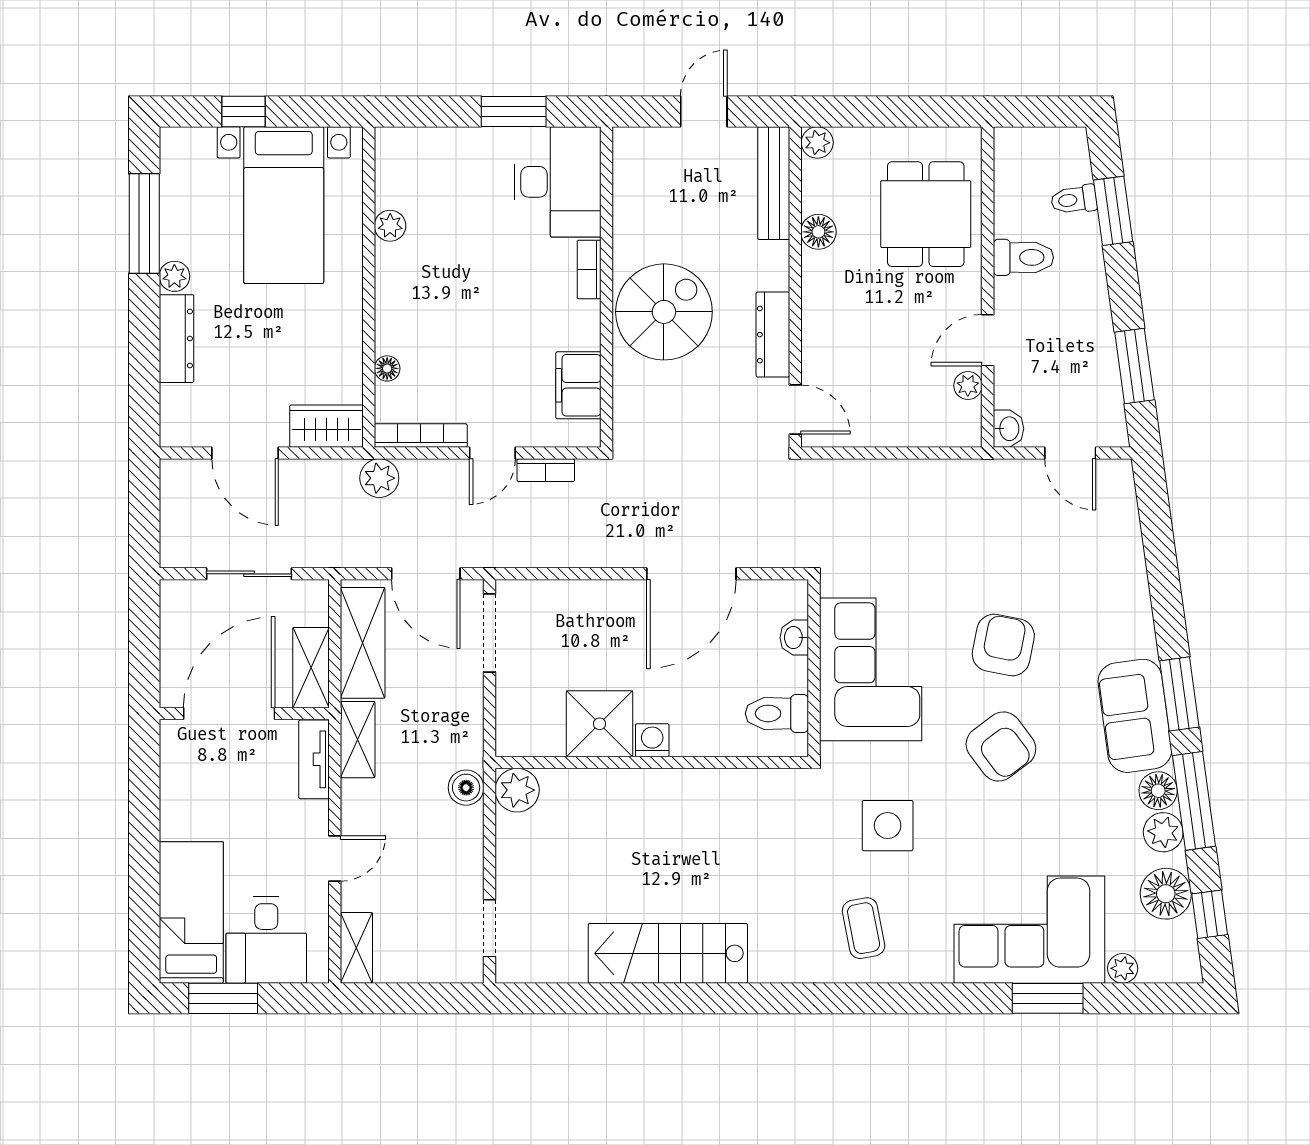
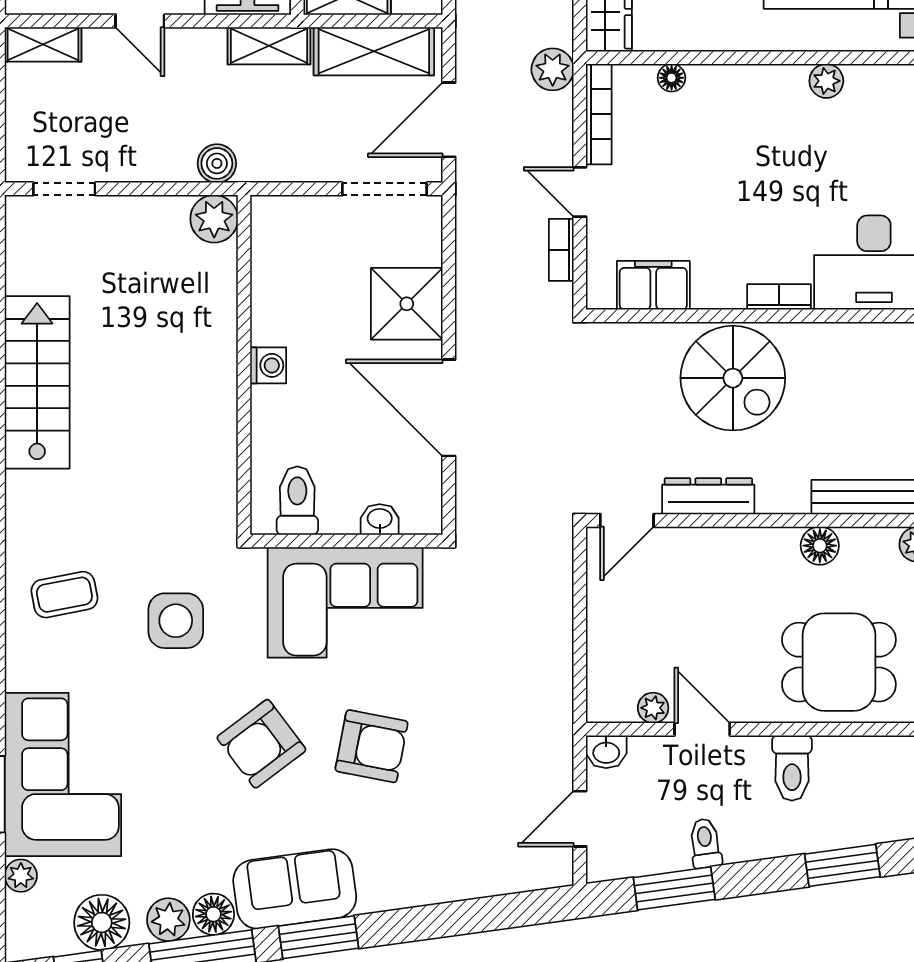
toilet: (1074, 200) -> (705, 843), moved
shower: (600, 724) -> (407, 304), moved

